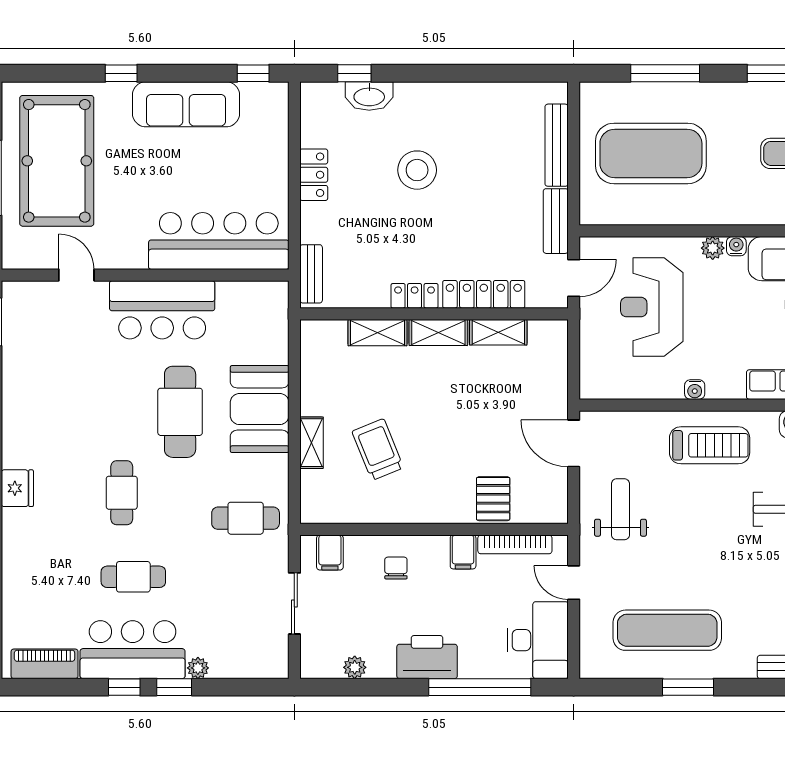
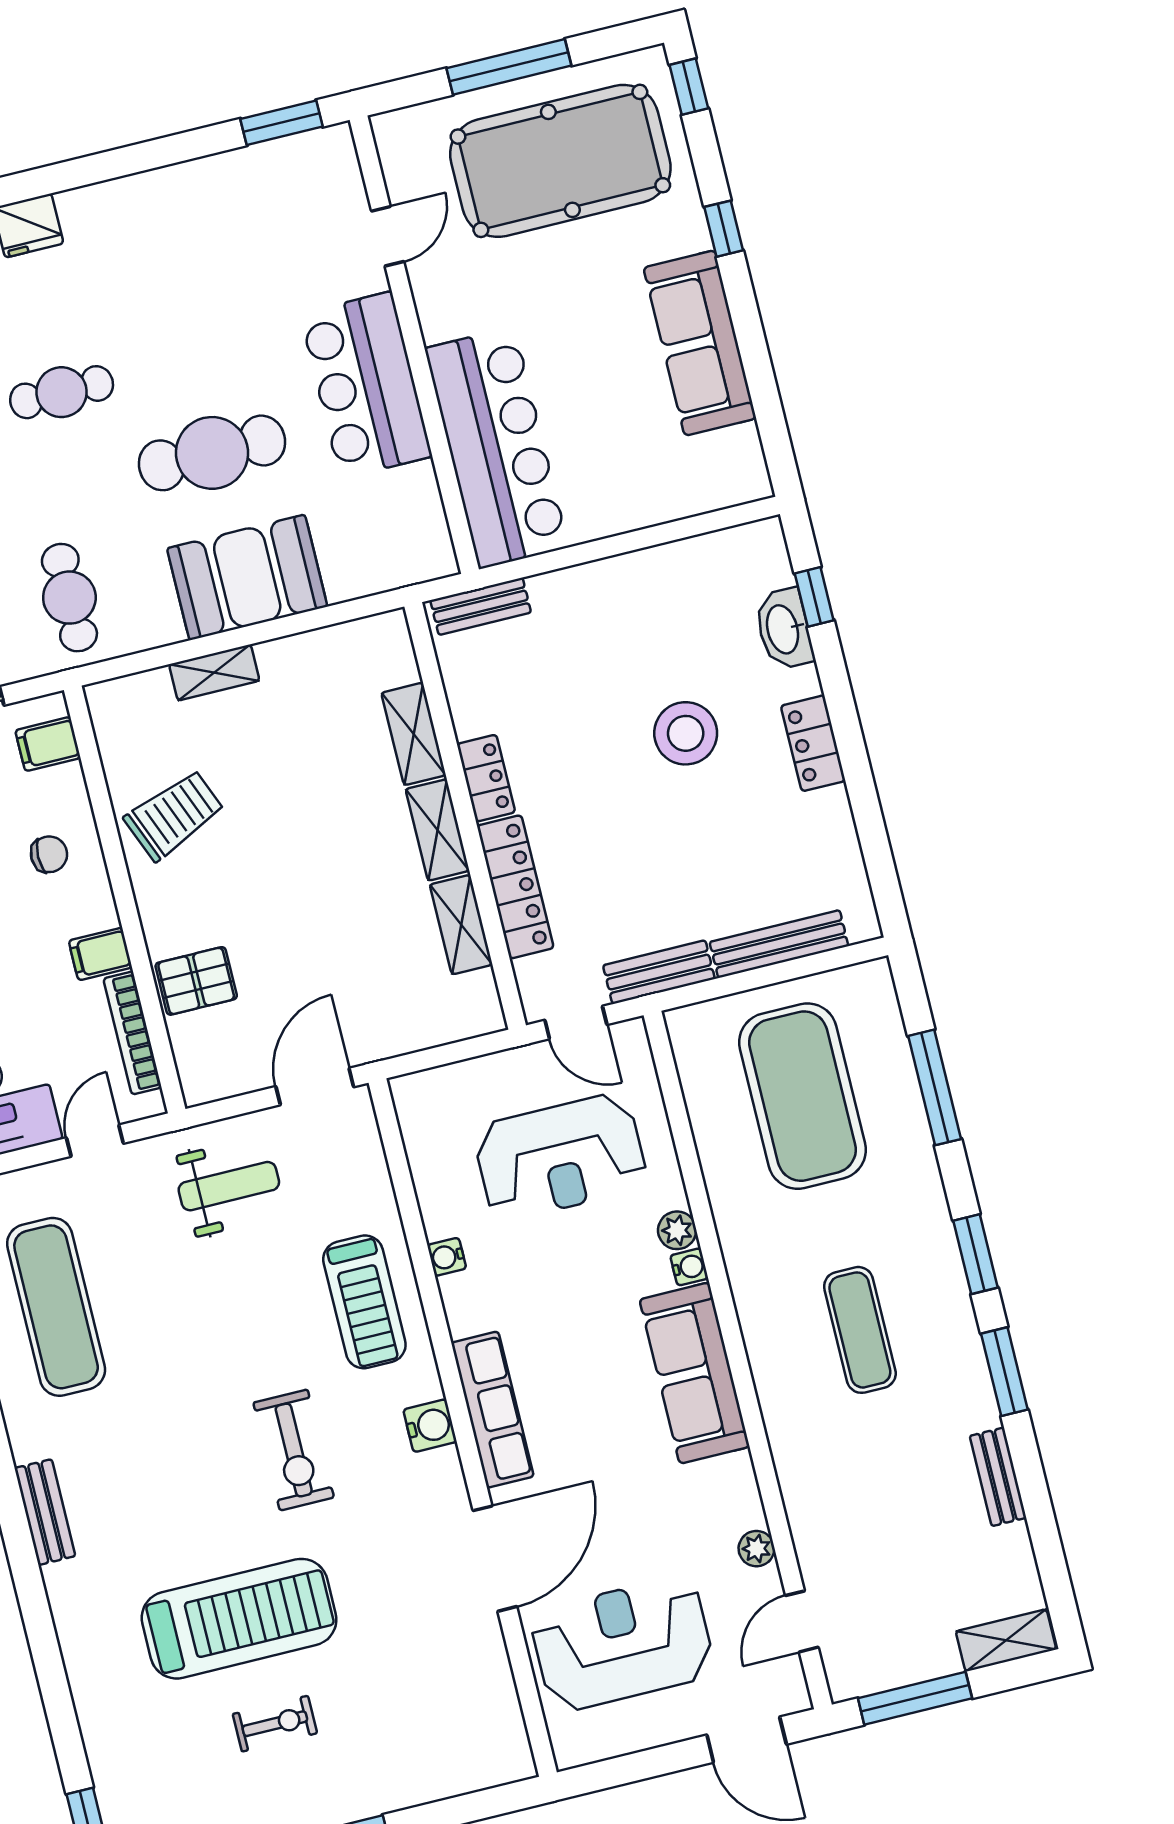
window: (253, 73) -> (689, 87), moved
locker: (314, 175) -> (813, 743), moved, turned 90
reception desk: (652, 307) -> (560, 1157), turned 180
trolley: (378, 450) -> (174, 815), moved

